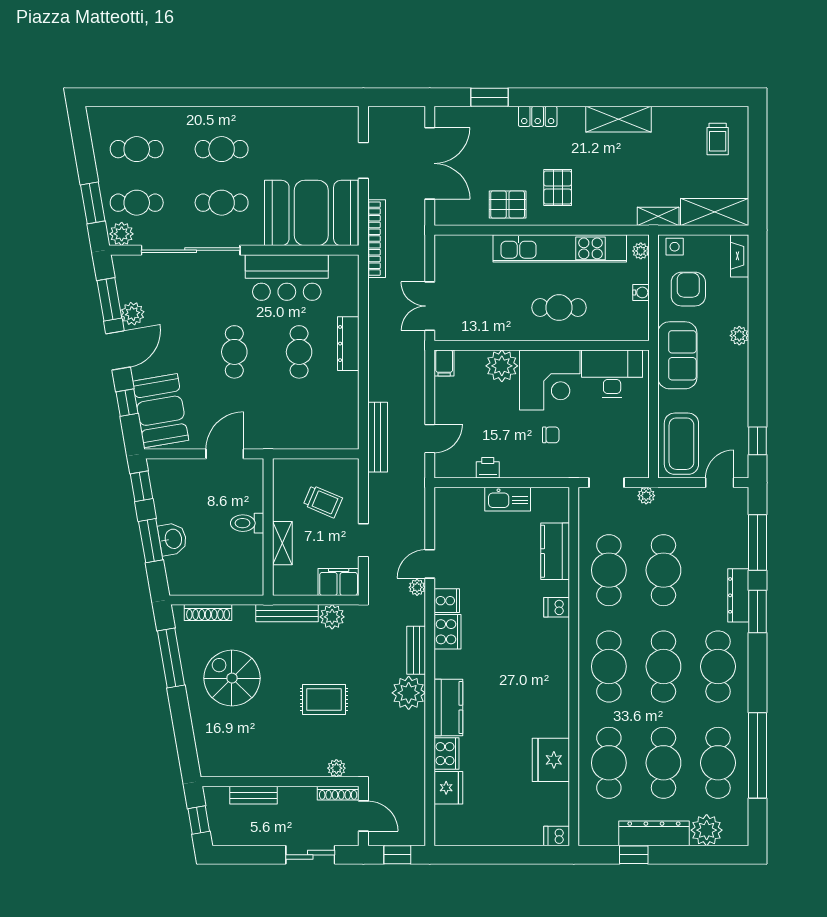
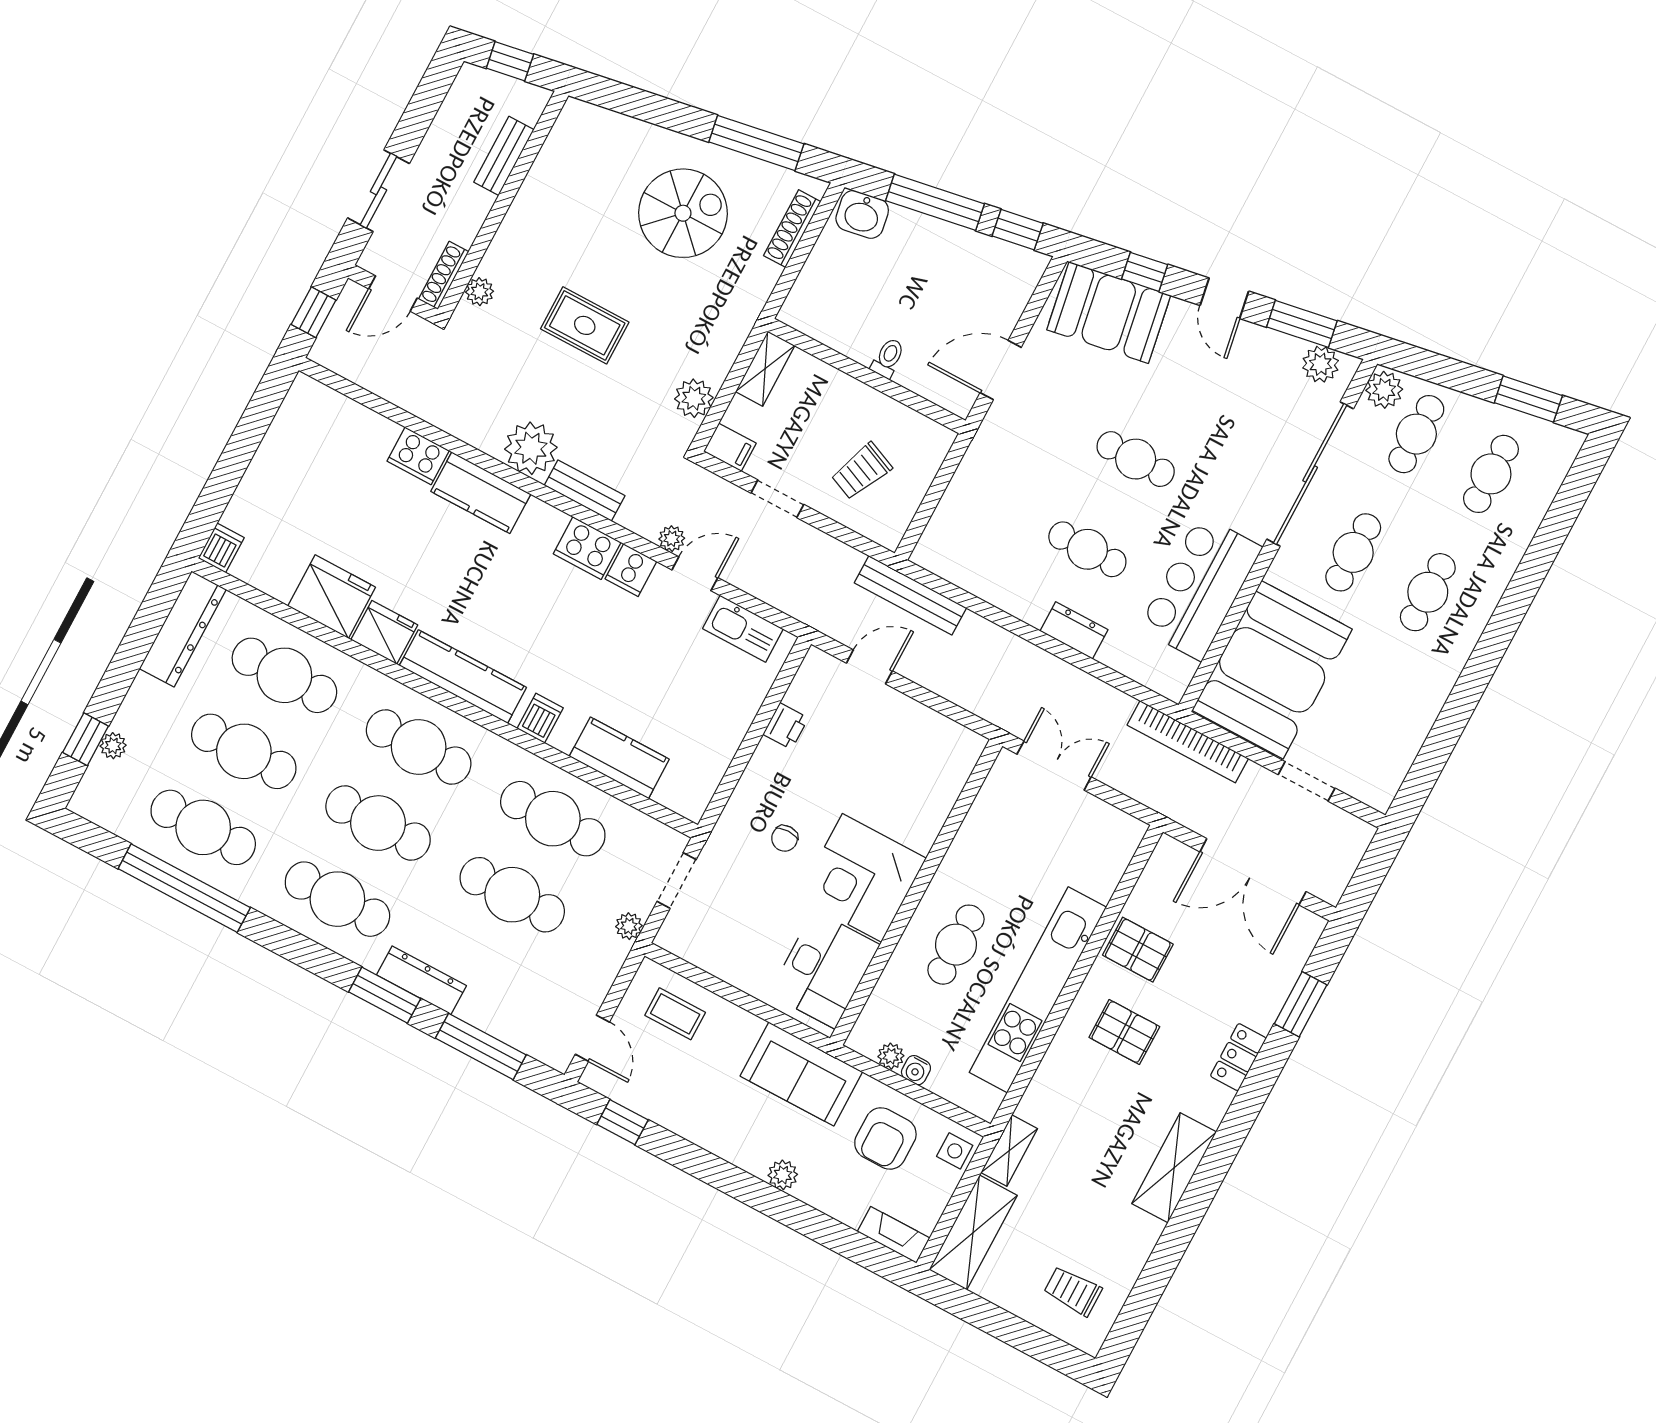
window: (93, 203) -> (1528, 399), moved
pallet: (508, 204) -> (1138, 950), turned 90
plant: (641, 251) -> (891, 1056), moved
armchair: (688, 289) -> (885, 1138), turned 90
plant: (133, 314) -> (1321, 364), moved
dresser: (348, 344) -> (1074, 630), width x0.70
door: (118, 350) -> (1224, 298), width x0.73
filing cabinet: (444, 363) -> (964, 743), removed
plant: (502, 366) -> (917, 821), removed
door: (430, 439) -> (869, 667), swing flipped
coffee table: (681, 444) -> (675, 1014), width x0.54, depth x0.58
door: (225, 454) -> (1001, 370), swing flipped
kitchen sink: (508, 499) -> (743, 629), moved, turned -90
toilet: (247, 523) -> (888, 358), width x0.73, depth x0.72
washbasin: (173, 539) -> (862, 214), moved
window: (151, 541) -> (935, 202), width x1.44
shelving: (282, 543) -> (765, 369), moved, turned 90
door: (430, 564) -> (695, 574), hinge flipped
filing cabinet: (339, 582) -> (730, 447), width x0.50
bench: (287, 613) -> (732, 338), removed
kitchen counter: (556, 663) -> (463, 677), added
rug: (324, 699) -> (585, 325), turned 90
fridge: (448, 788) -> (384, 632), moved, turned 180
plant: (707, 830) -> (113, 746), width x0.53, depth x0.53
dresser: (654, 833) -> (183, 629), moved
window: (634, 855) -> (86, 739), moved

